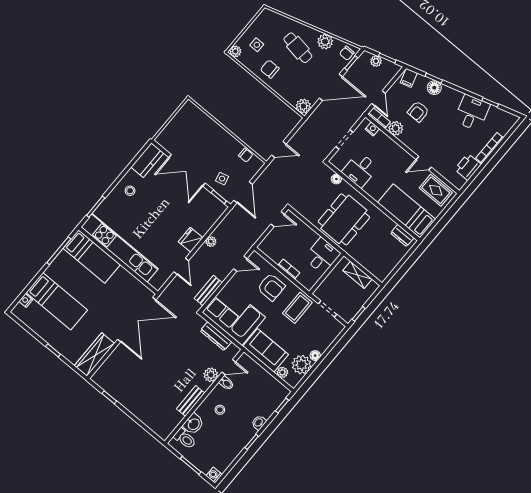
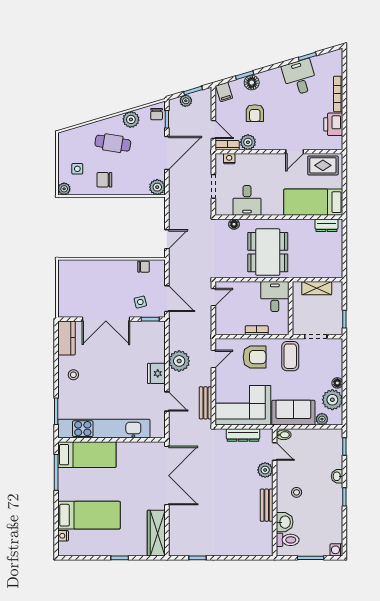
plant: (211, 242) -> (179, 361), width x1.88, depth x1.88
door: (229, 367) -> (275, 451), hinge flipped
bidet: (226, 383) -> (284, 435), moved

